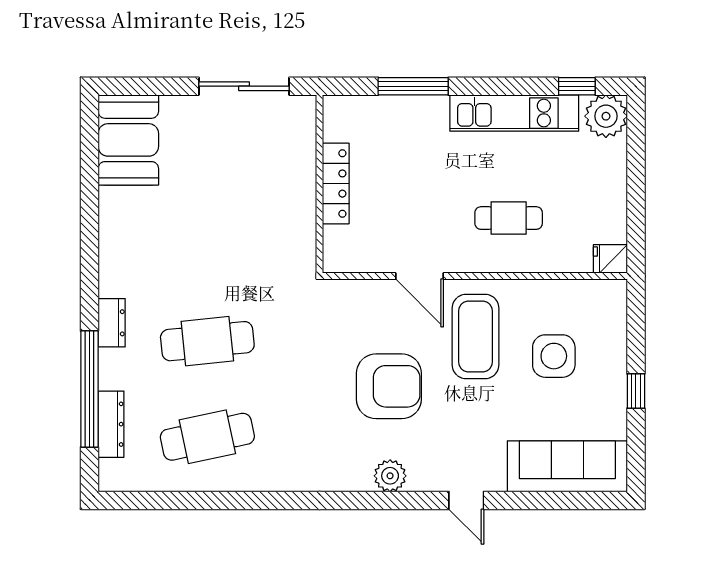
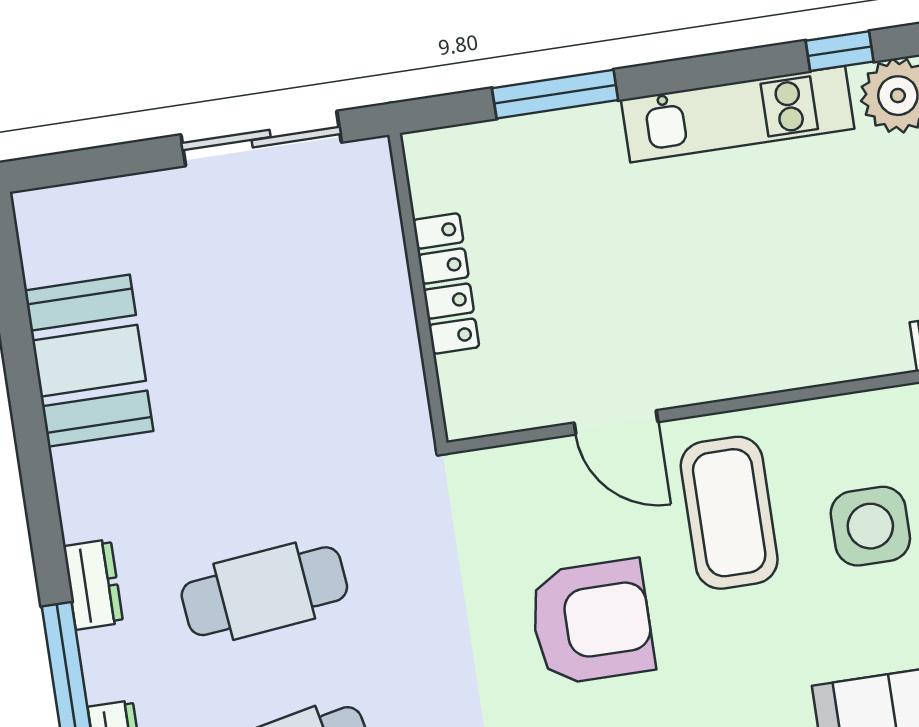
booth: (128, 140) -> (89, 361), moved
cafe table: (509, 218) -> (756, 298), removed

